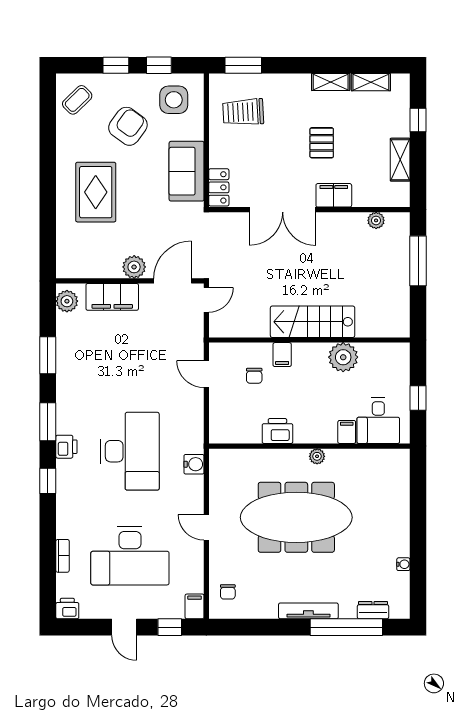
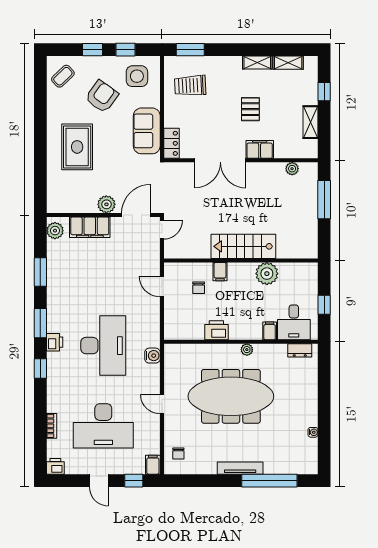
dresser: (373, 610) -> (300, 350), moved, turned 180

